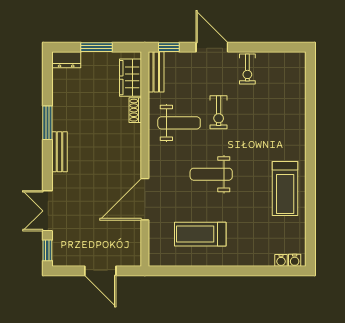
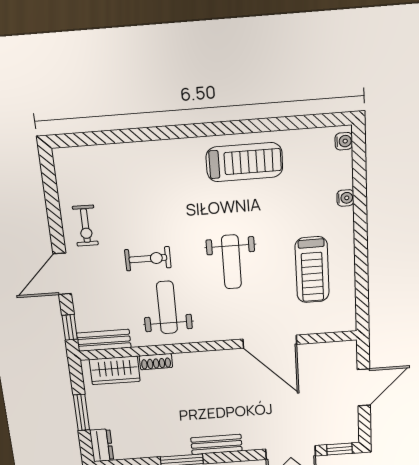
exercise bike: (247, 69) -> (85, 226), turned 90
water cooler: (281, 260) -> (345, 198), moved

